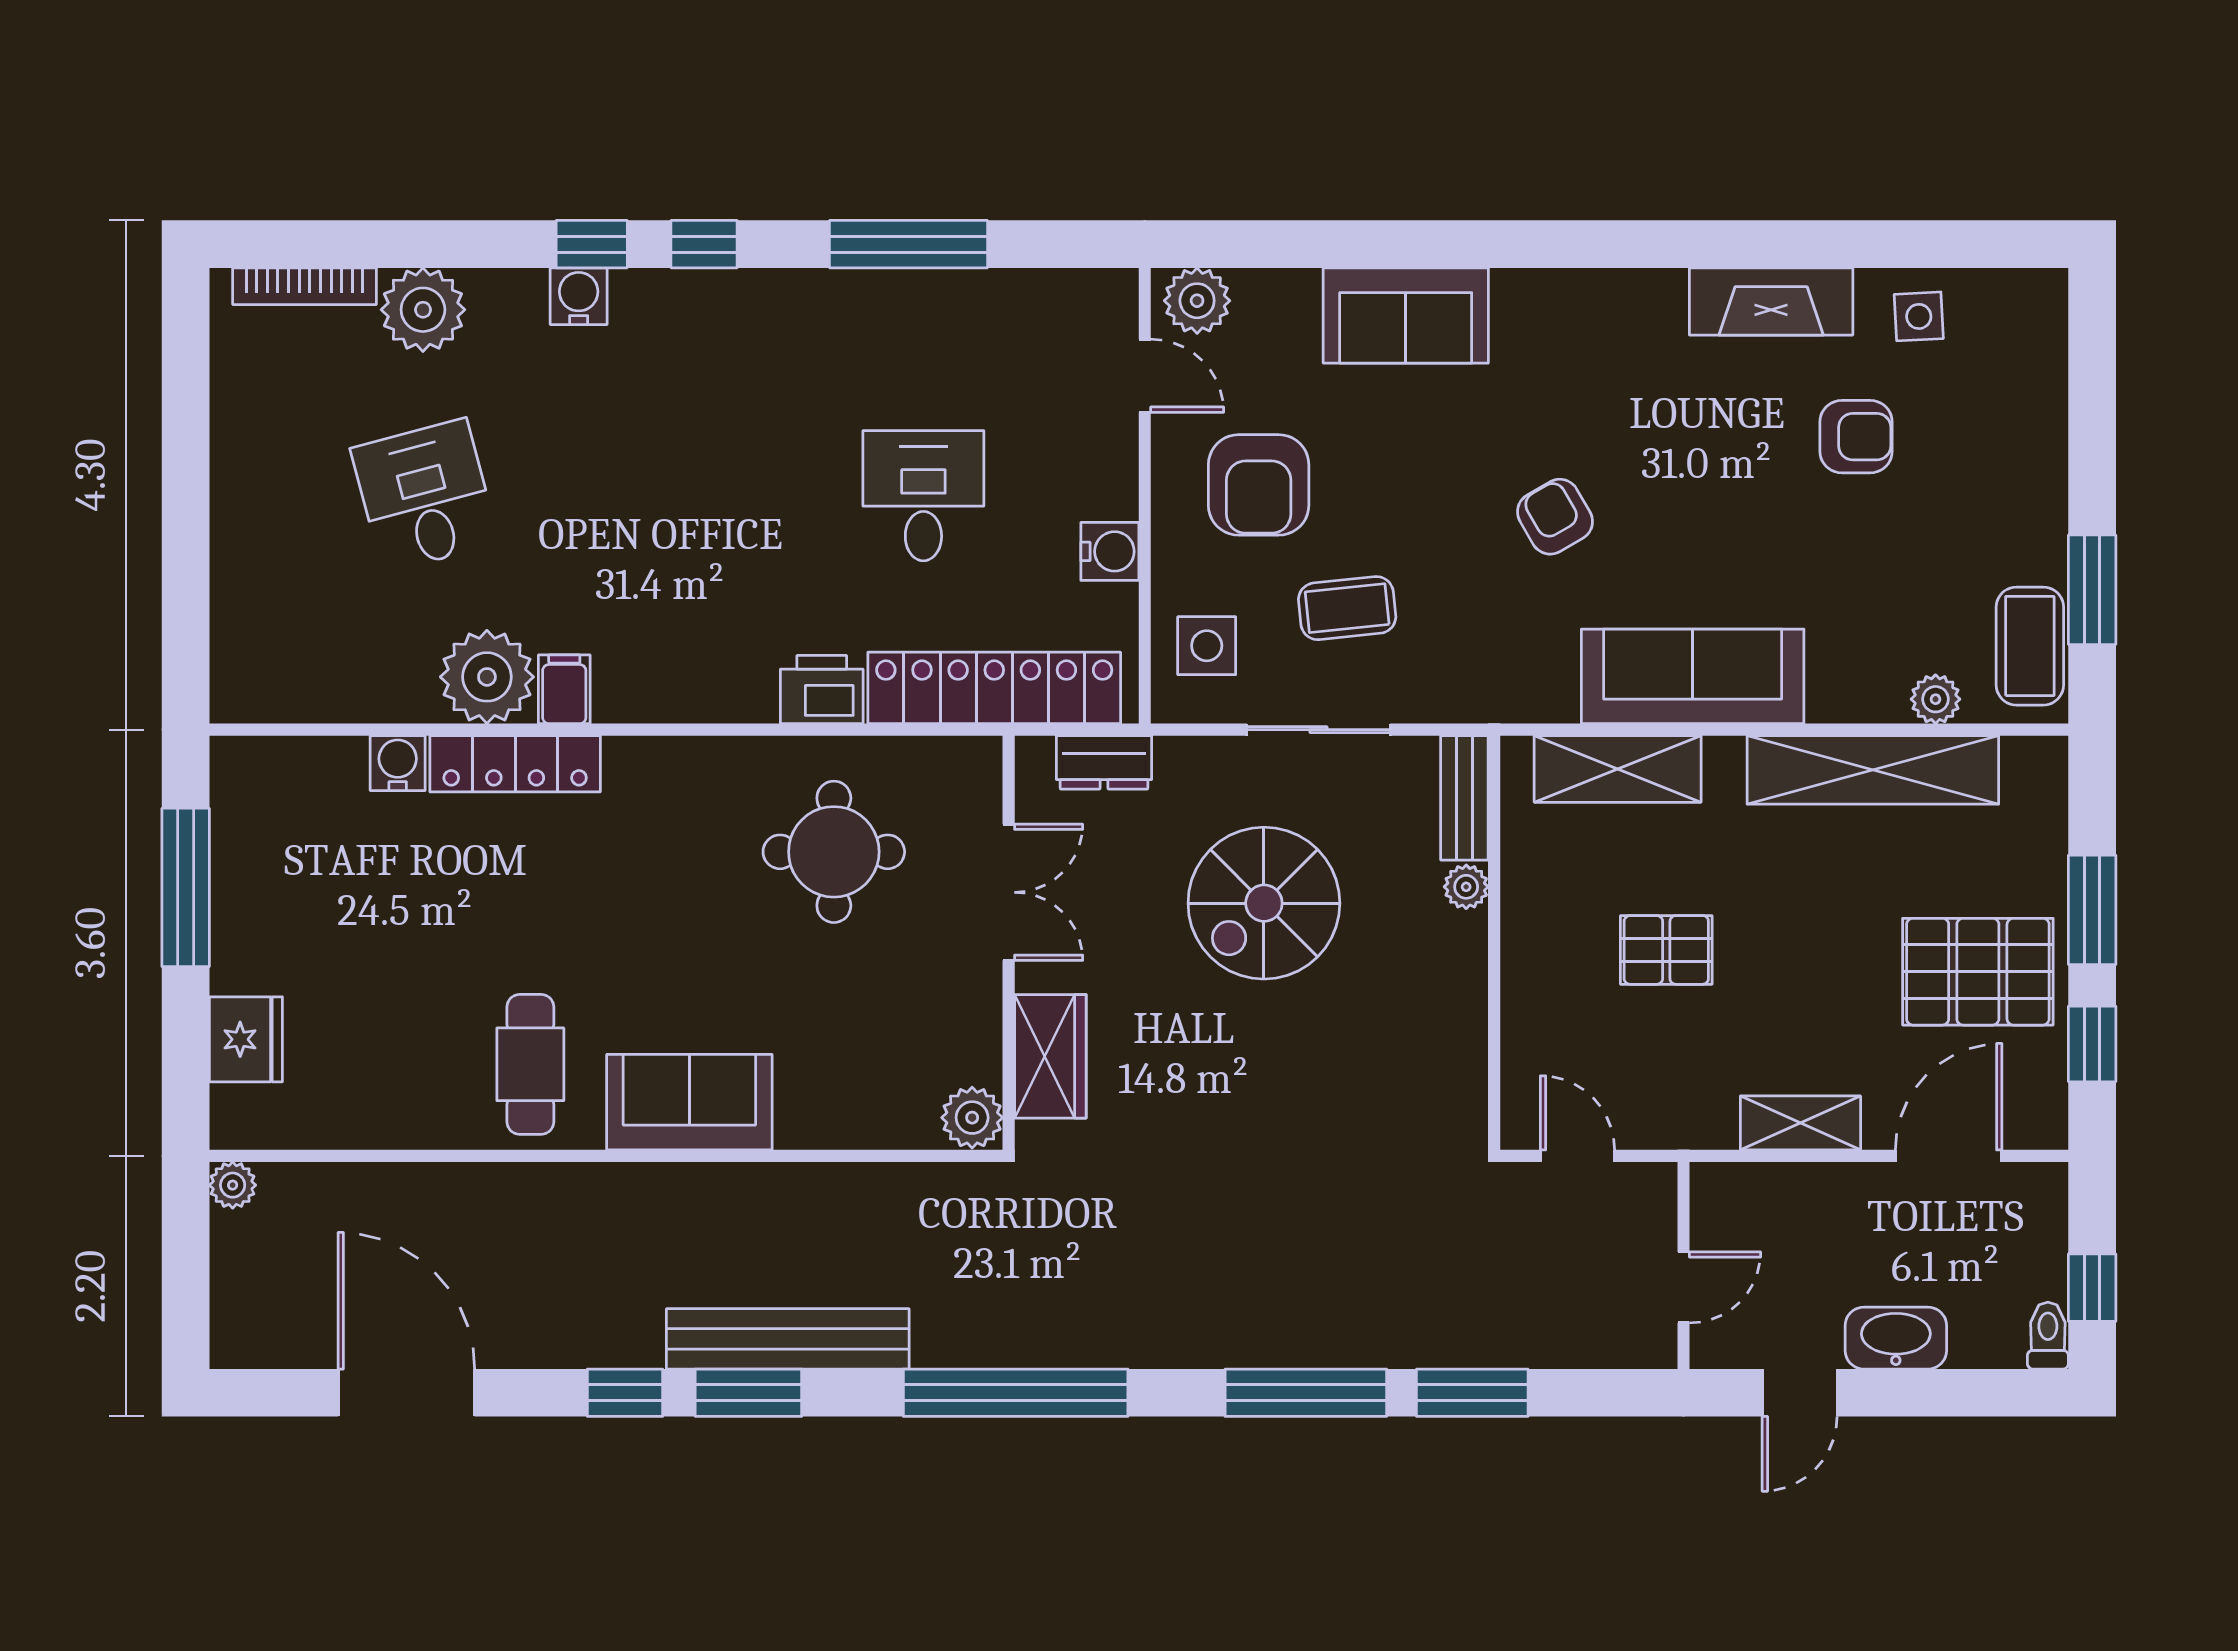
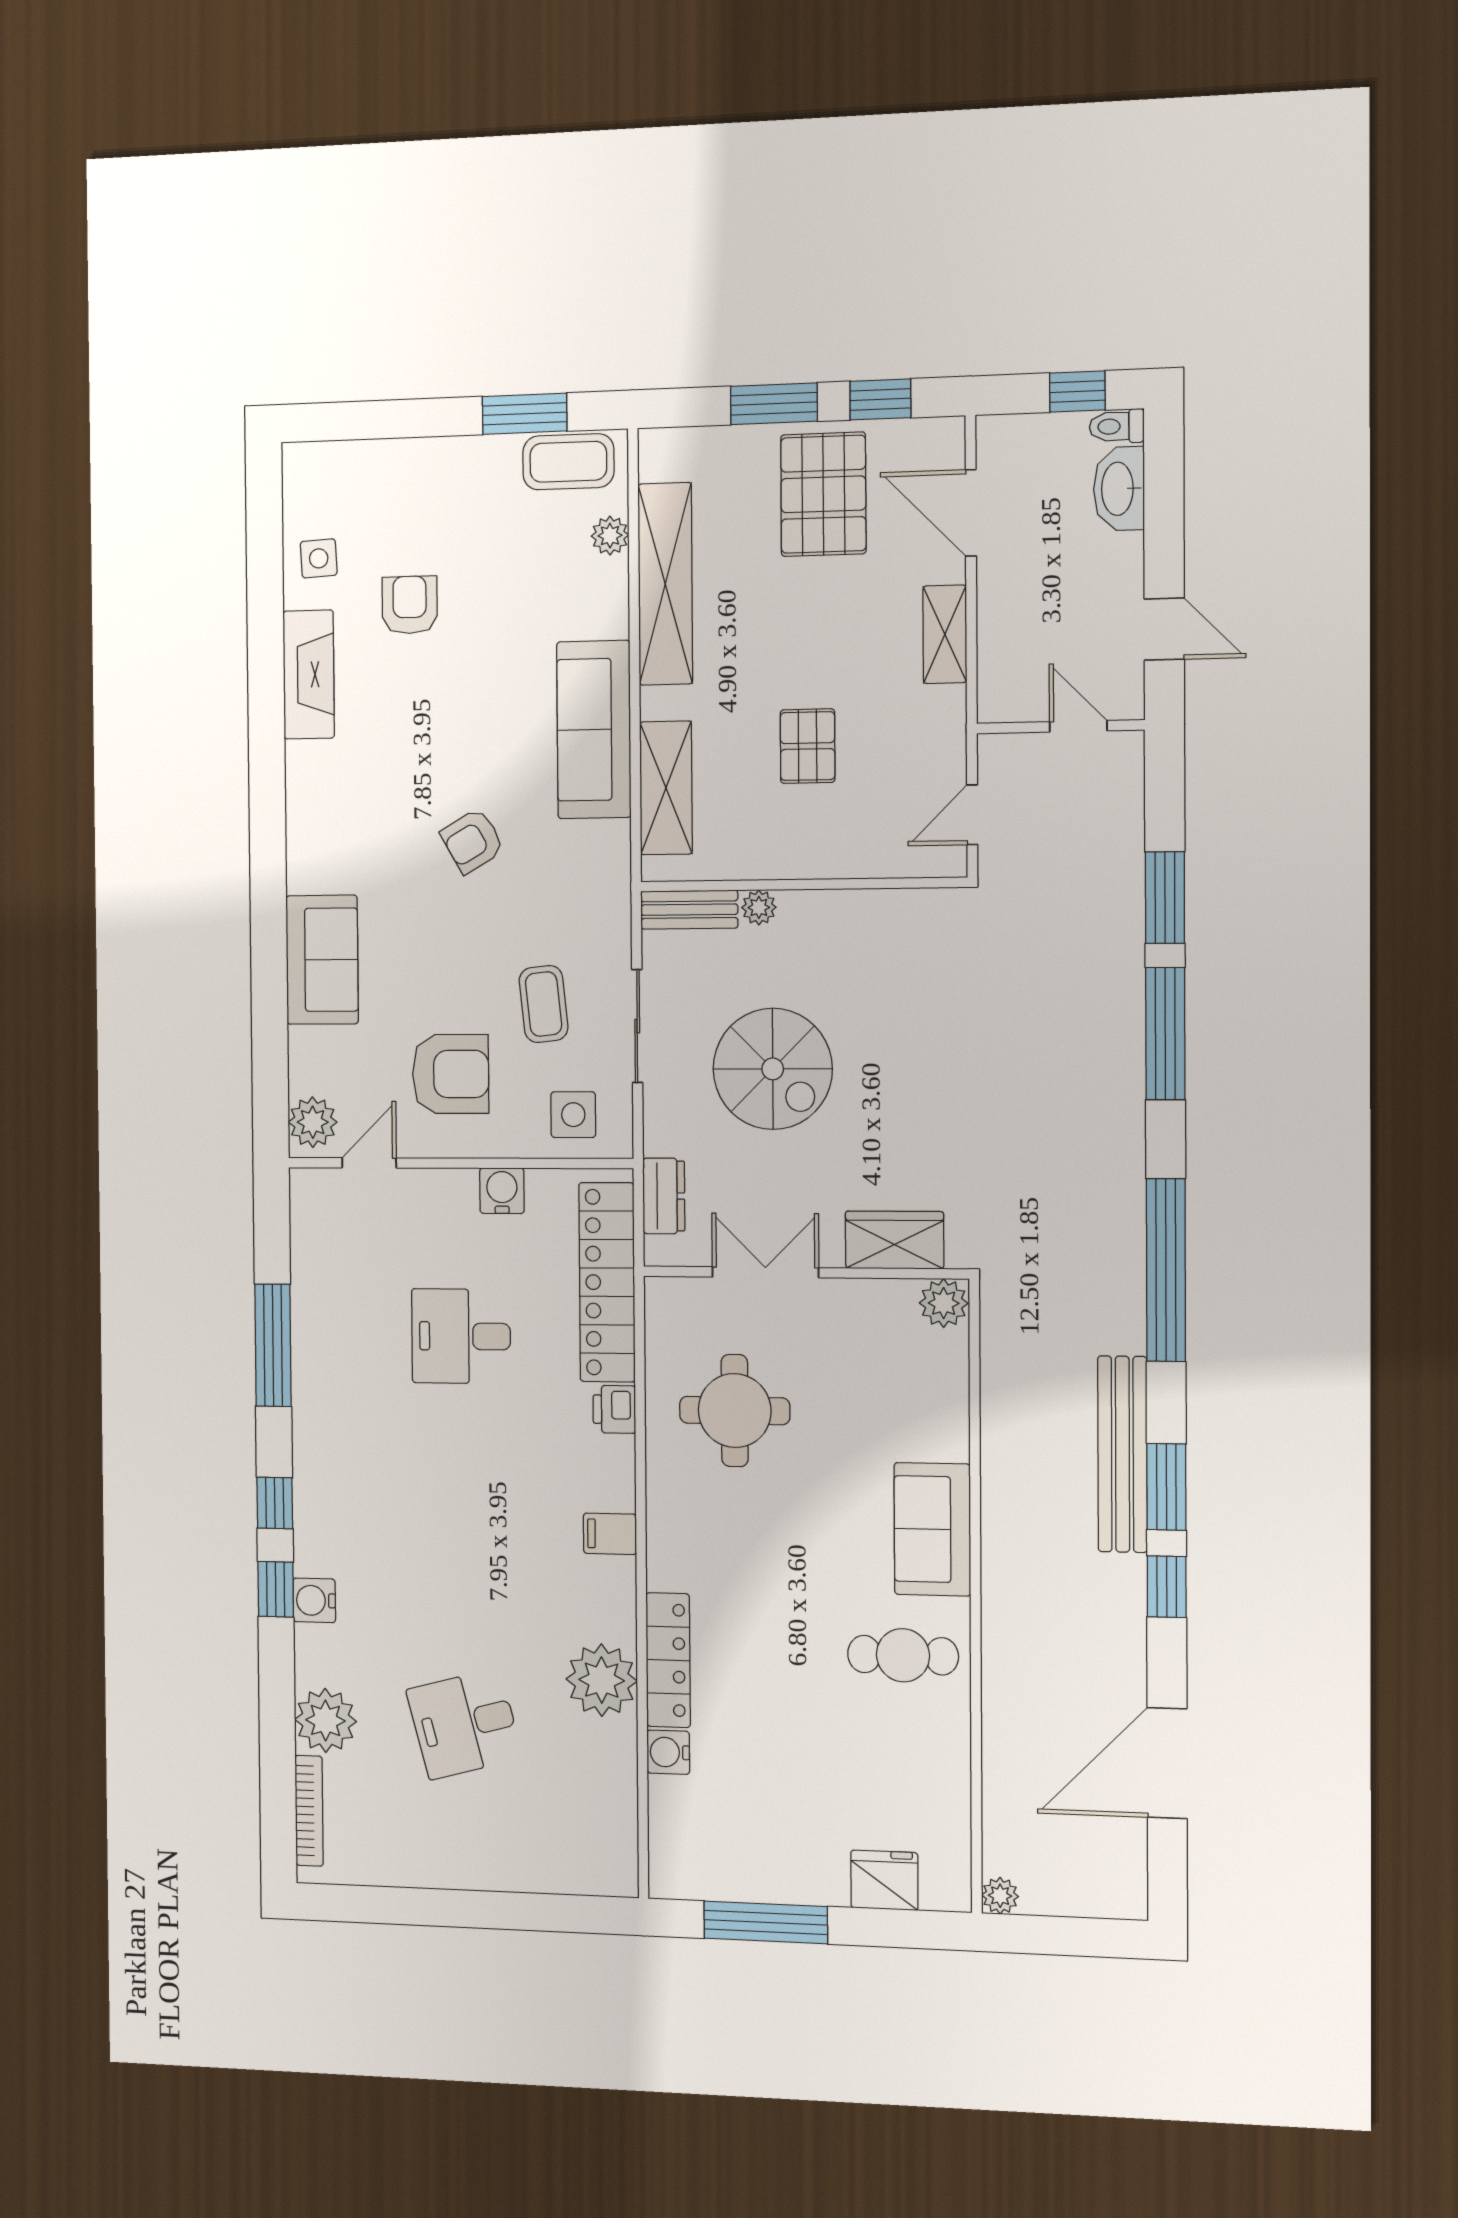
filing cabinet: (564, 689) -> (610, 1534), moved
printer: (822, 690) -> (614, 1409), width x0.73, depth x0.81
washbasin: (1896, 1338) -> (1119, 489), moved

